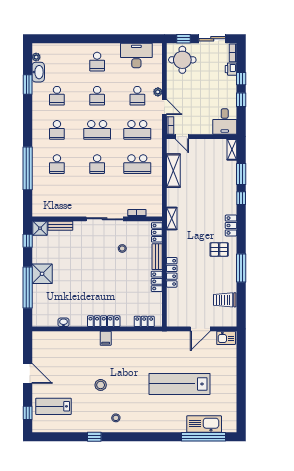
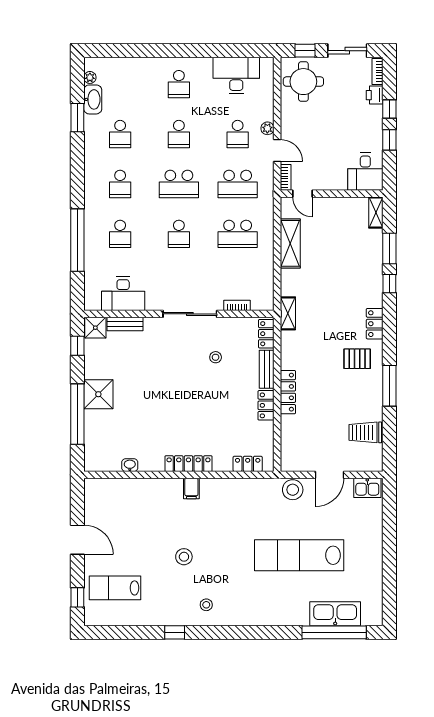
desk: (59, 205) -> (123, 294), added
stool: (175, 339) -> (293, 490), added

